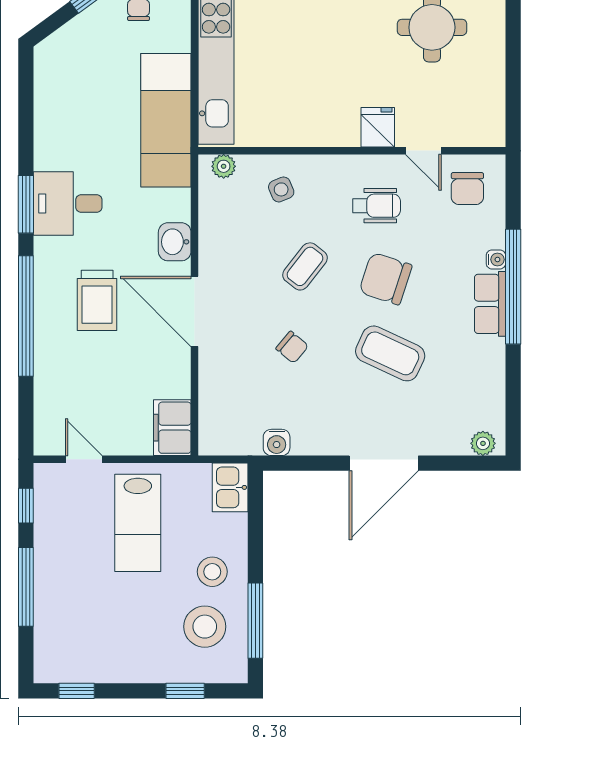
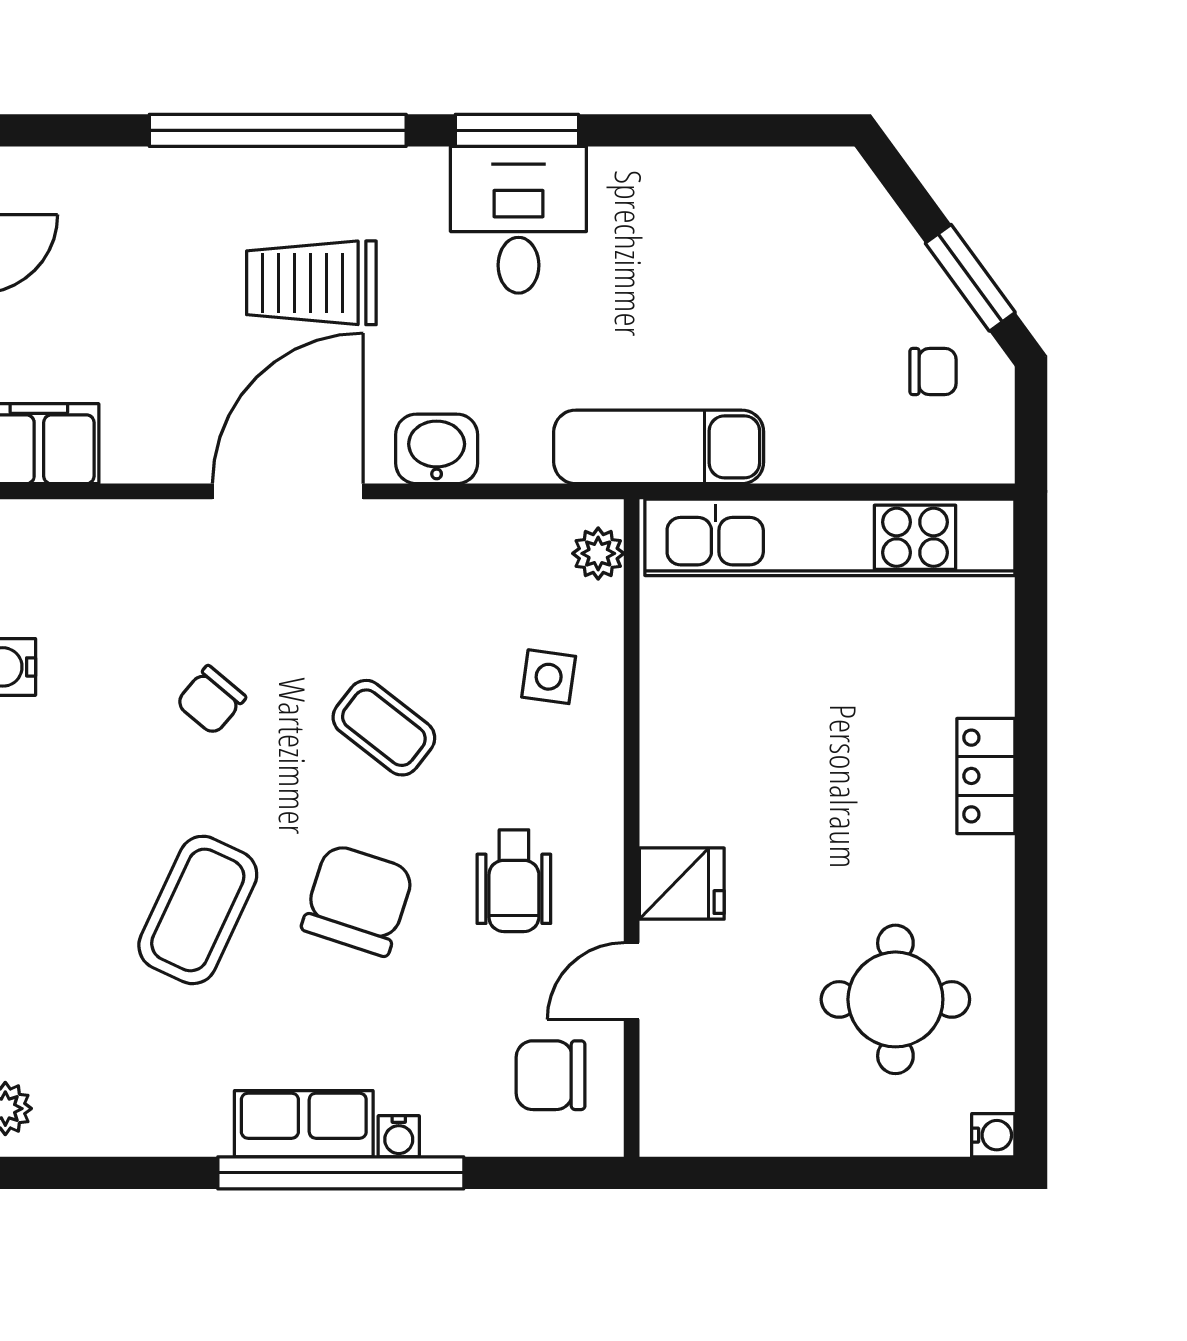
exam couch: (166, 120) -> (659, 447), width x0.73, depth x0.69
side table: (281, 189) -> (549, 677), turned 31

